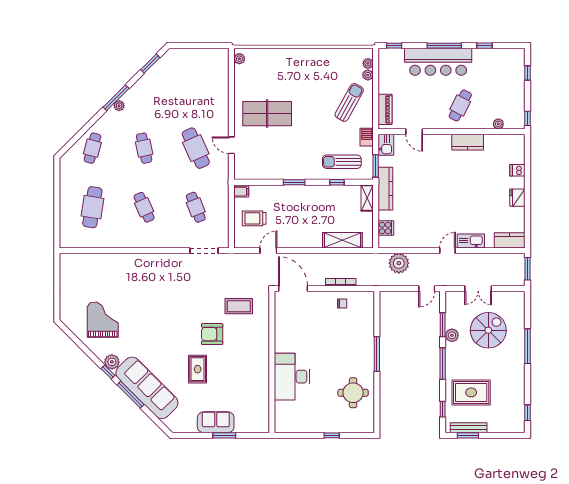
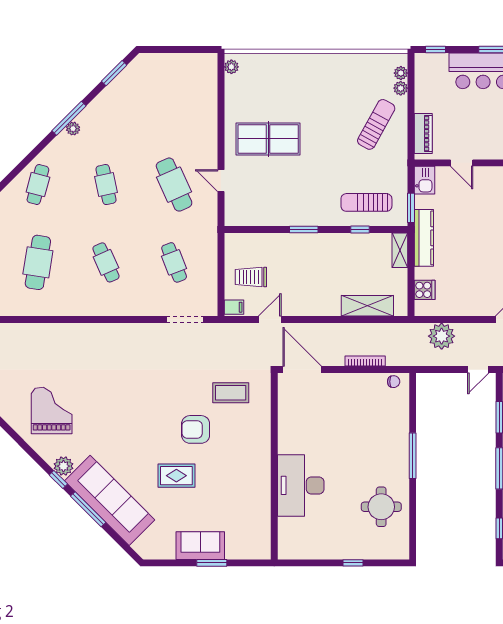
barbecue: (367, 137) -> (399, 170), removed
filing cabinet: (241, 192) -> (234, 307), moved
chair: (342, 303) -> (394, 382), moved
rug: (198, 369) -> (176, 476), turned 90

